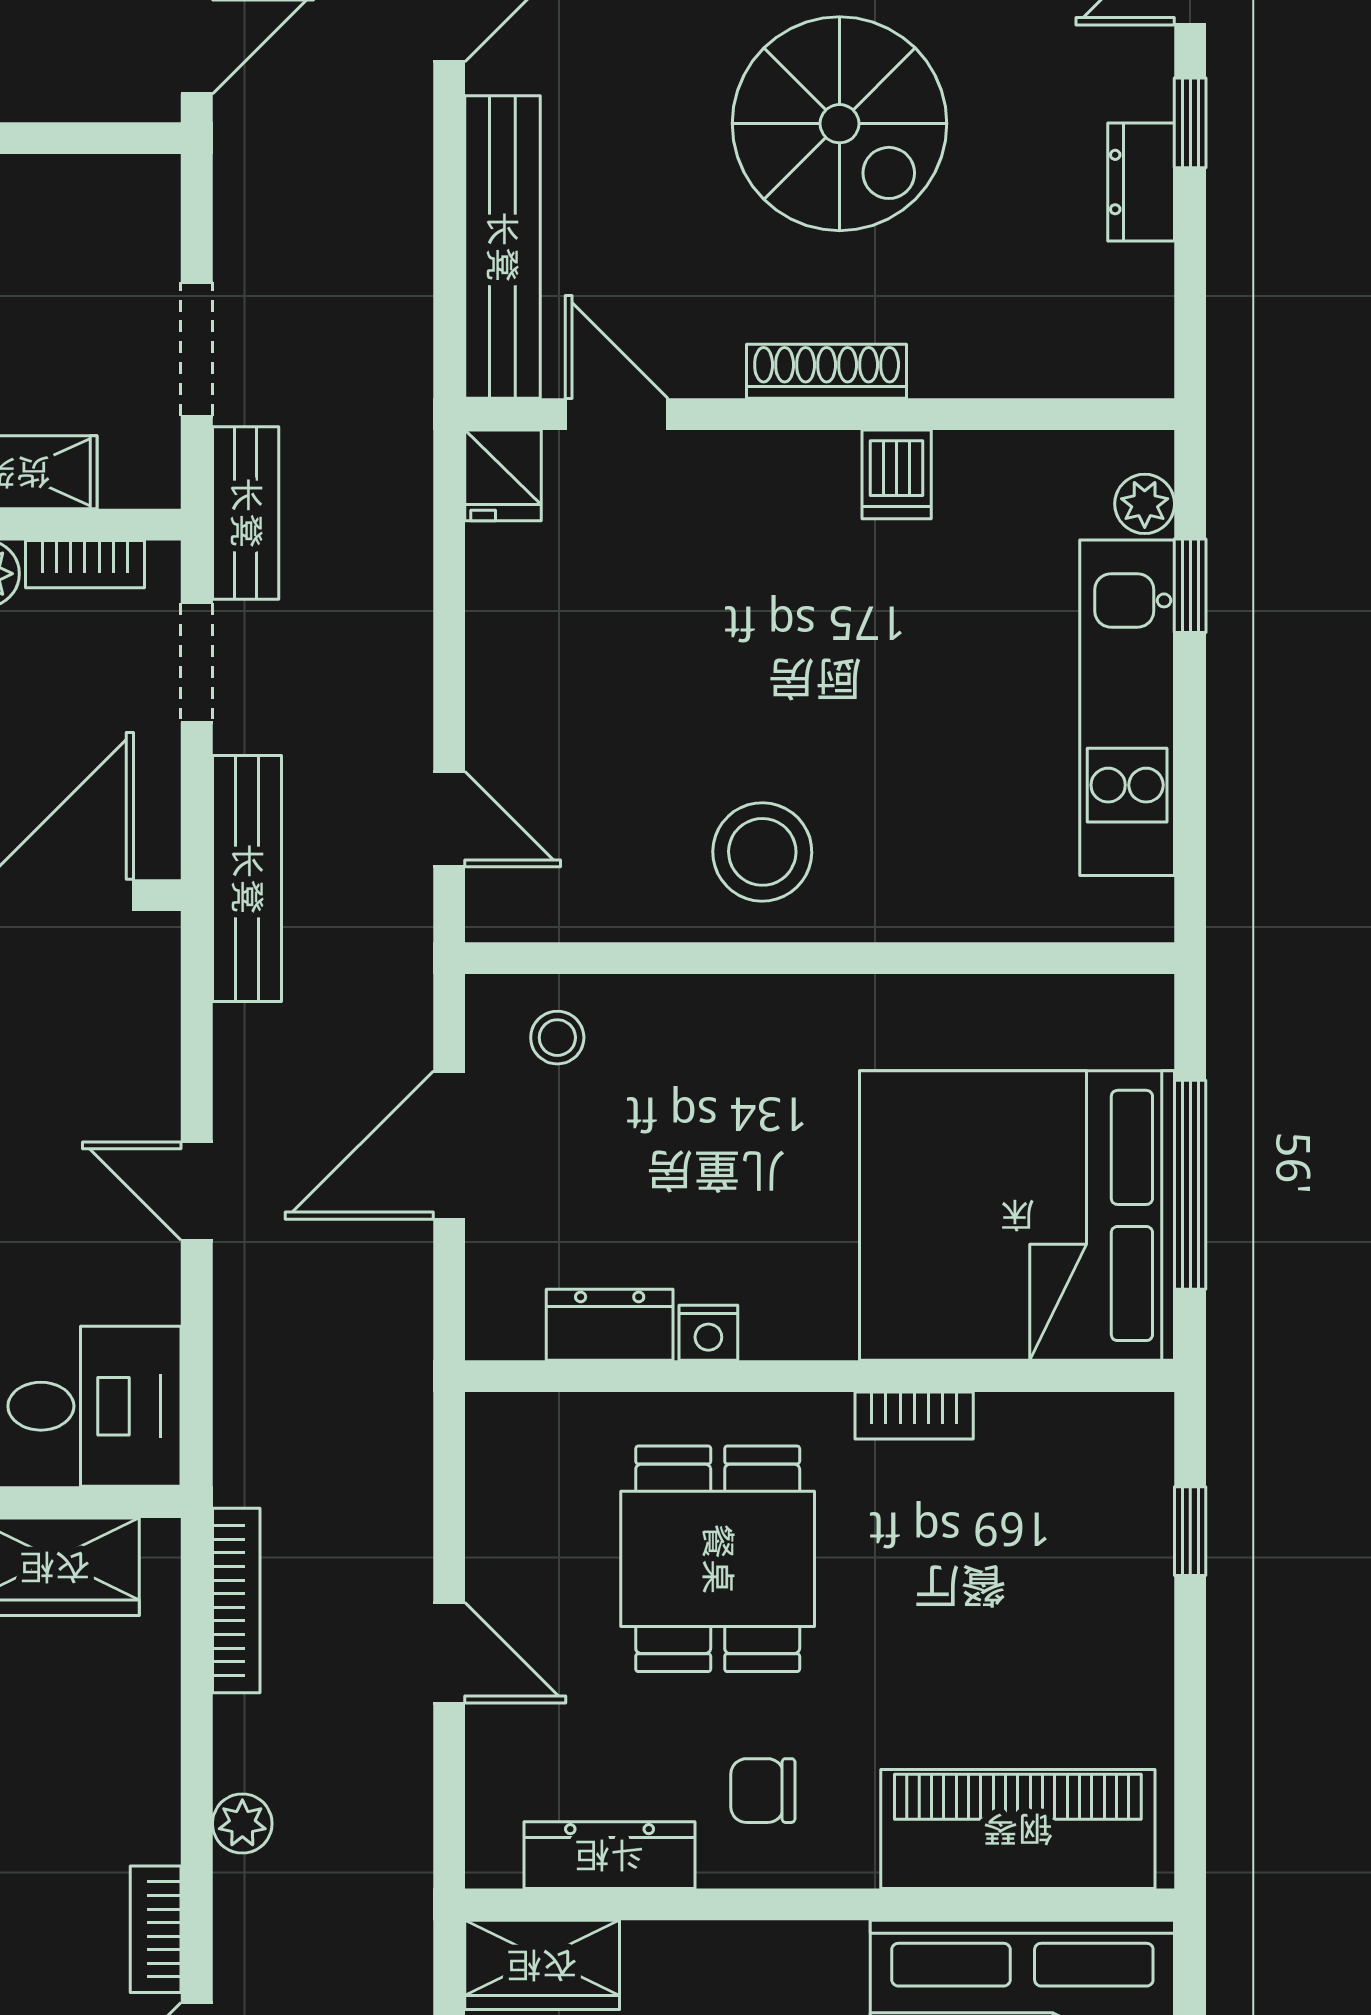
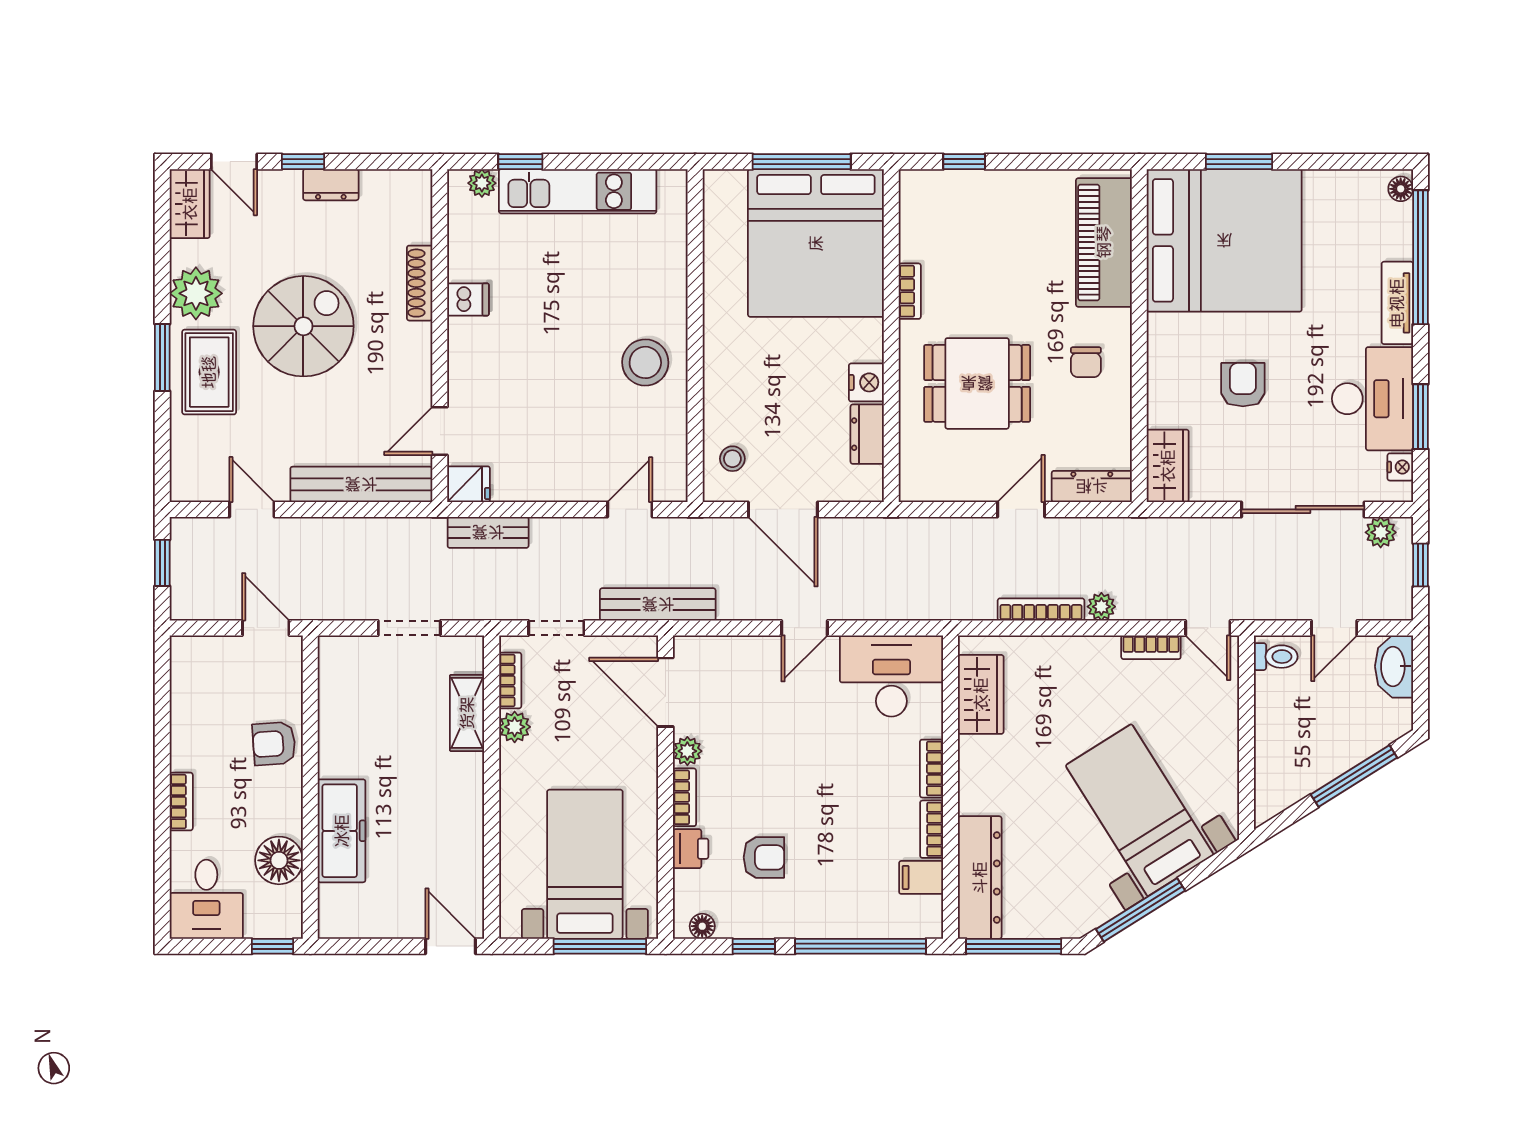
shoe rack: (827, 371) -> (420, 283), moved
bench: (246, 513) -> (488, 532), moved
nightstand: (708, 1333) -> (866, 382), width x1.39, depth x1.35
desk: (95, 1406) -> (891, 676), width x1.37
bookcase: (236, 1600) -> (1041, 609), moved
dresser: (610, 1855) -> (1092, 486), moved, turned 90

